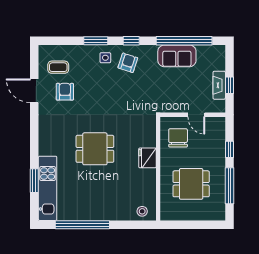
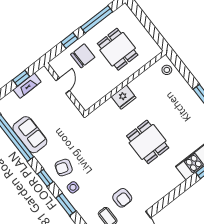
armchair: (65, 92) -> (122, 198), turned -90
chair: (178, 138) -> (83, 56), moved, turned 180

